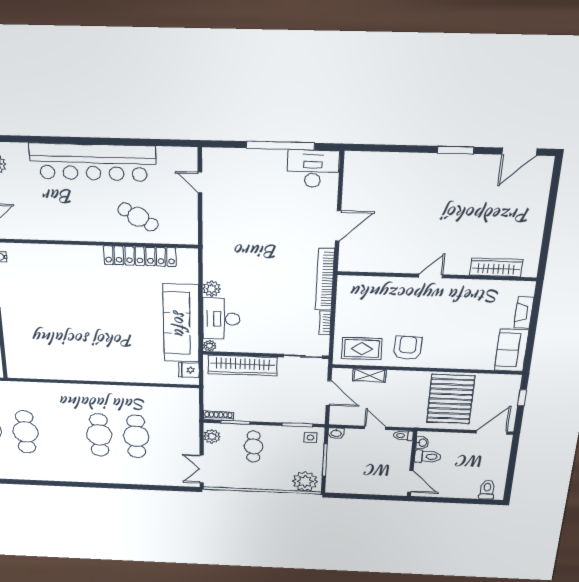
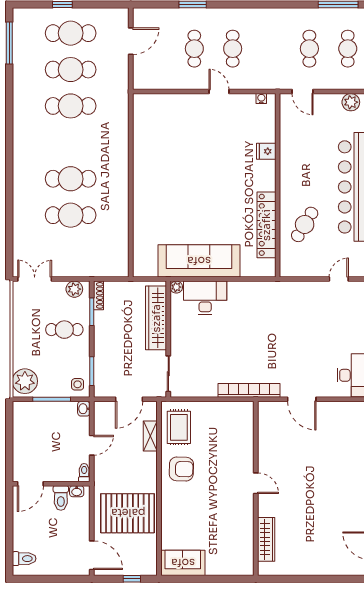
plant: (212, 289) -> (236, 289), removed
fireplace: (524, 313) -> (222, 569), removed
bookcase: (325, 323) -> (205, 393), removed
fridge: (189, 370) -> (266, 151), moved, turned -90

